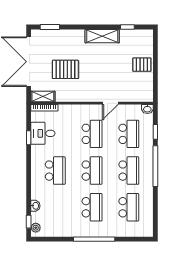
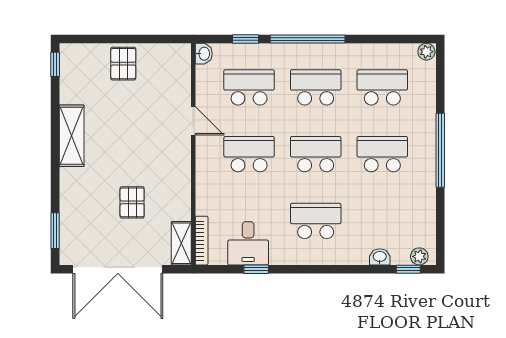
window: (127, 27) -> (55, 64), moved
pallet: (65, 69) -> (132, 202), width x0.67, depth x0.71
plant: (148, 232) -> (426, 52), added

